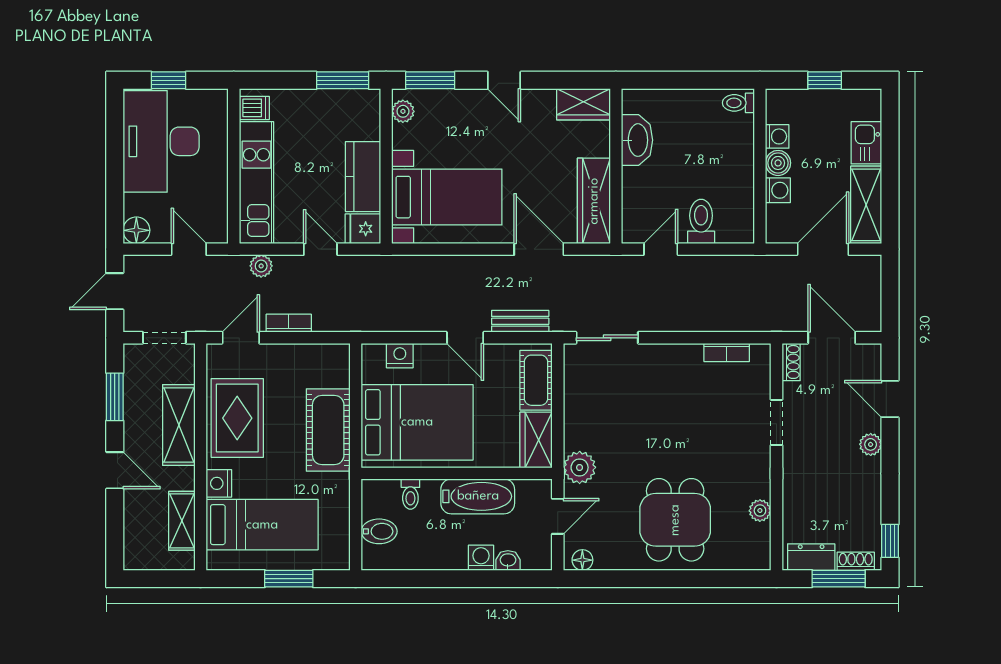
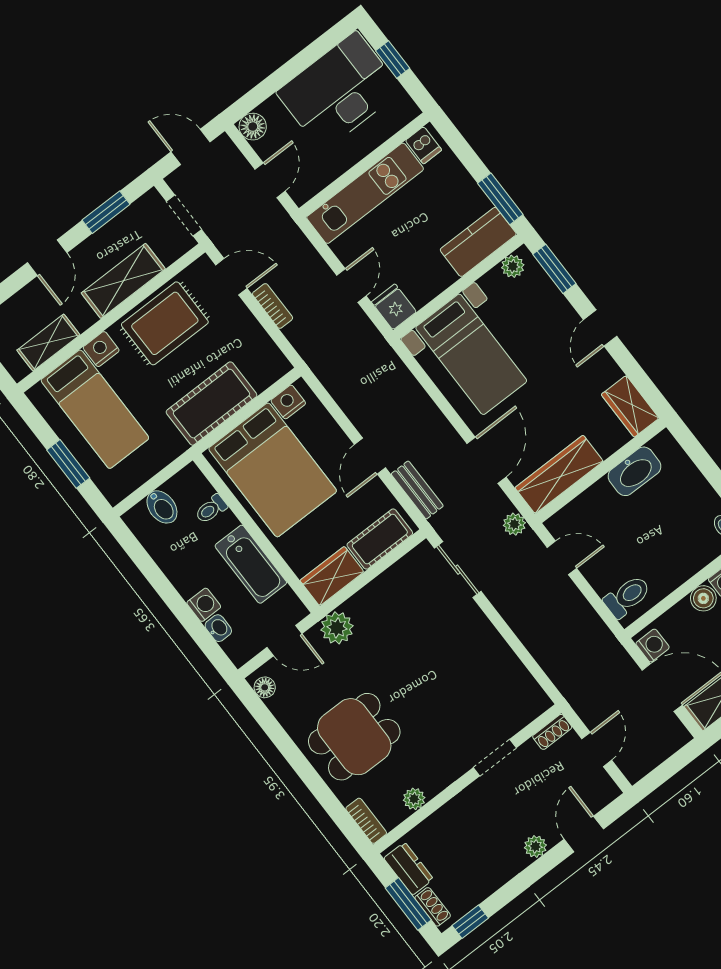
kitchen counter: (363, 177) -> (478, 242), moved
washing machine: (778, 190) -> (653, 645), moved, turned -90
toilet: (701, 221) -> (627, 597), moved
plant: (261, 266) -> (514, 524), moved
door: (832, 338) -> (597, 749), width x0.73
bookcase: (727, 352) -> (366, 821), moved, turned 180
nightstand: (400, 356) -> (288, 402), moved, turned -90

